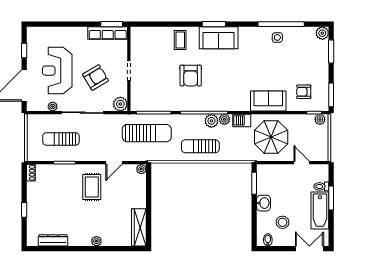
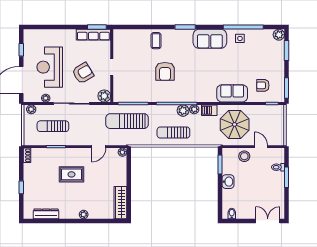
sofa: (219, 38) -> (210, 39), moved
plant: (320, 119) -> (31, 109), moved
sun lounger: (147, 133) -> (127, 121), turned 180
rug: (92, 187) -> (71, 174), moved, turned 90
bathtub: (320, 211) -> (277, 188), removed
stool: (283, 222) -> (244, 156), moved

